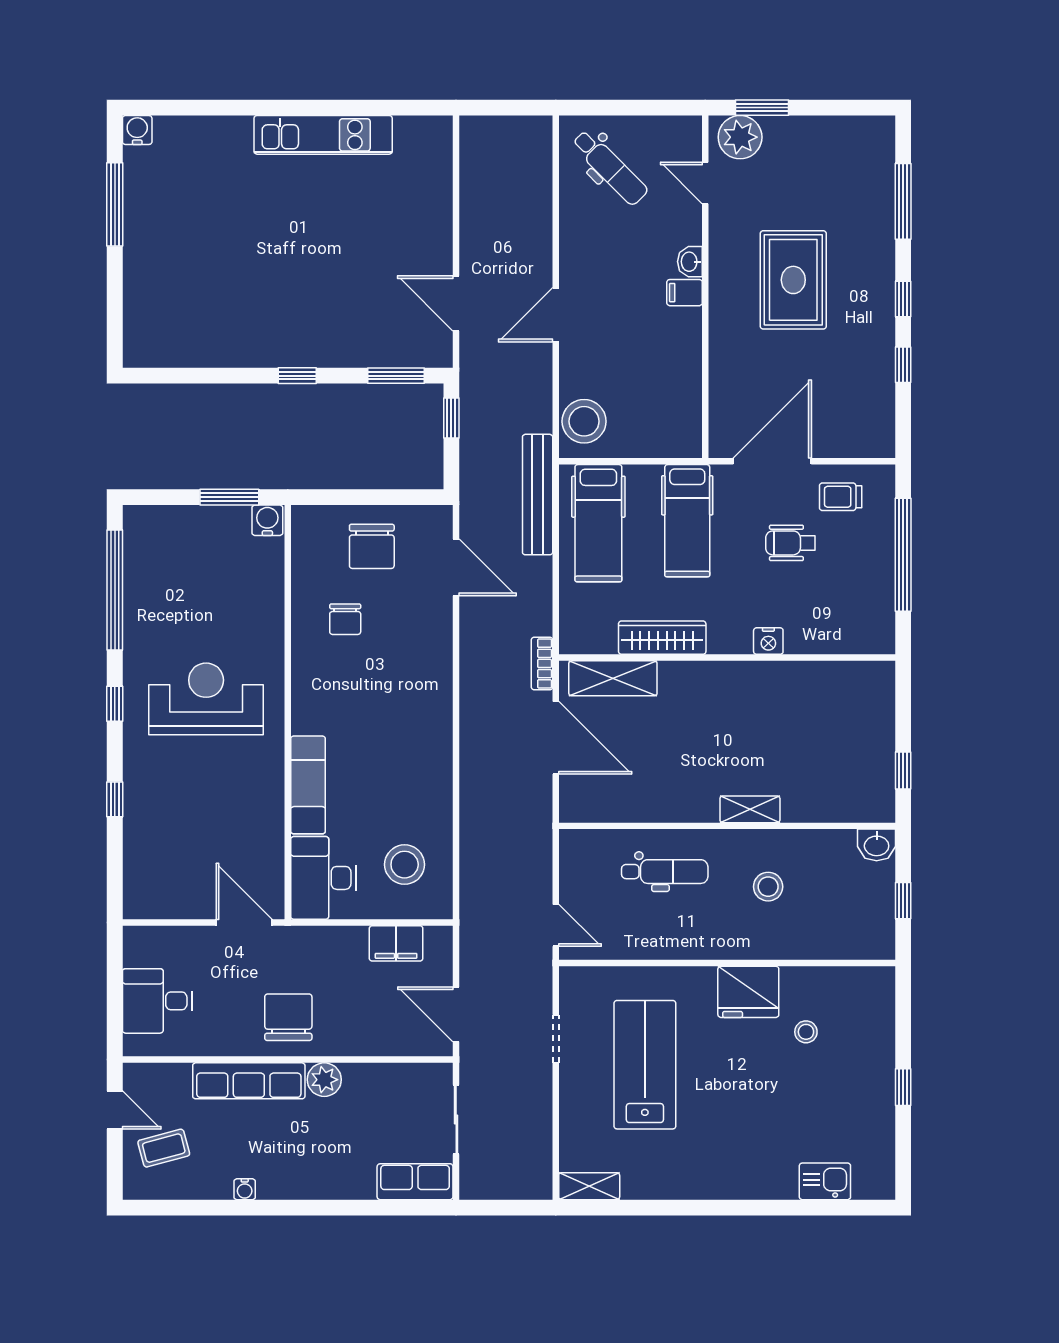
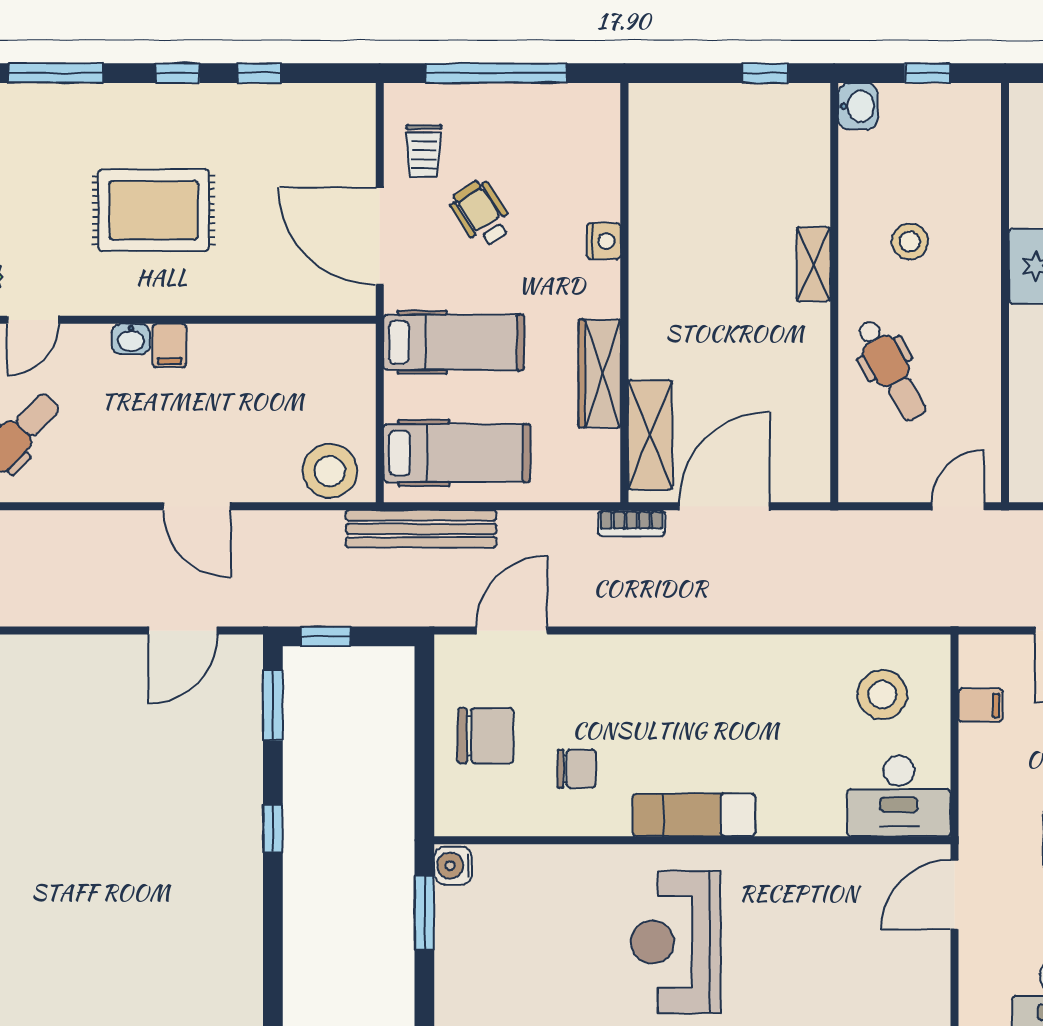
wheelchair: (790, 543) -> (481, 214), turned 147
exam couch: (308, 785) -> (694, 815), moved
dental chair: (665, 872) -> (891, 370), turned 151
filing cabinet: (396, 943) -> (981, 705), width x0.50

